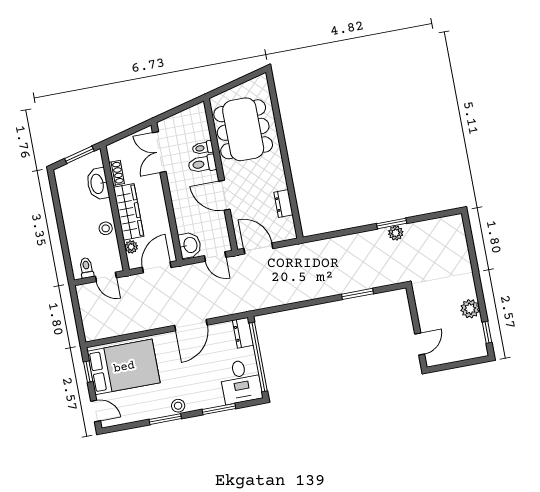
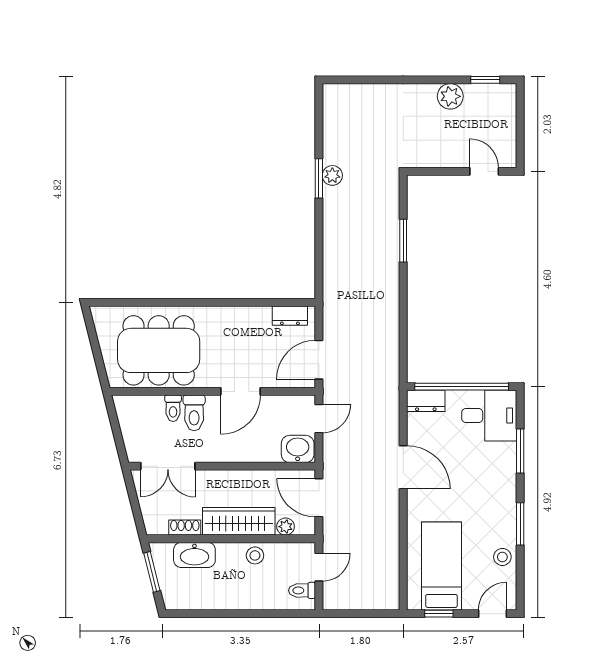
dresser: (283, 204) -> (290, 316), moved
bed: (124, 367) -> (441, 566), width x0.67
stool: (178, 406) -> (502, 557), moved

